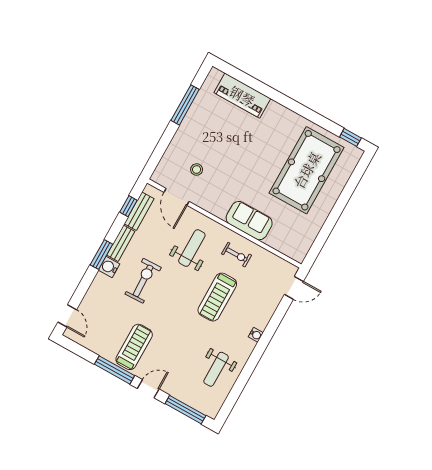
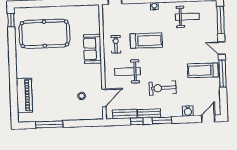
window: (128, 206) -> (137, 121), moved
water cooler: (109, 267) -> (188, 111), moved

